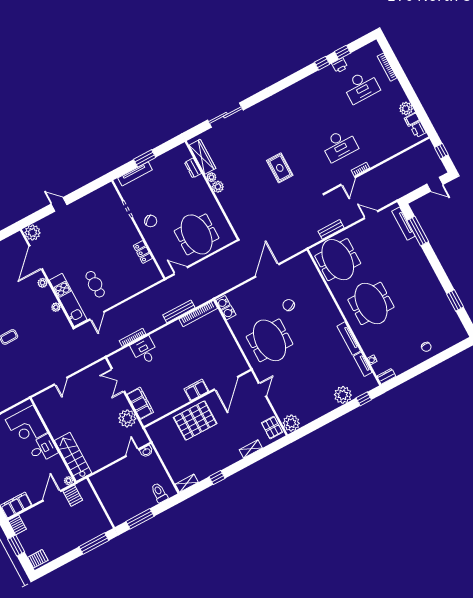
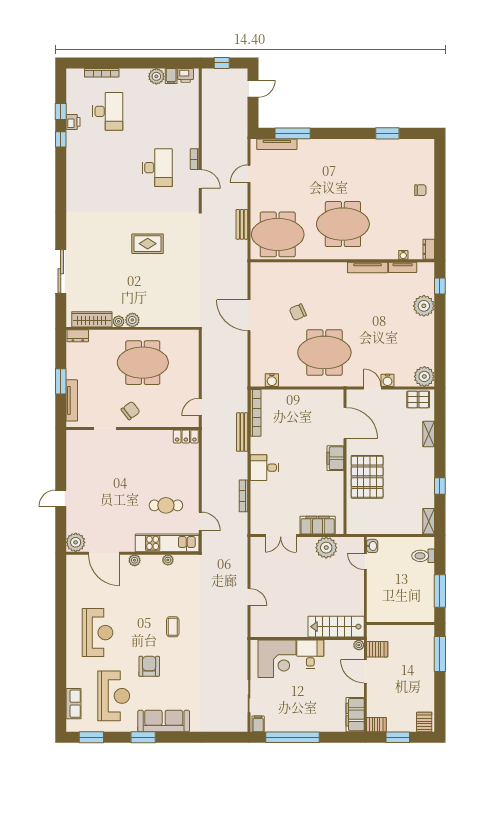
dresser: (193, 168) -> (78, 336), moved
meeting table: (197, 234) -> (143, 363), moved
locker: (143, 252) -> (186, 437), moved
water cooler: (223, 303) -> (387, 380), moved
desk: (145, 351) -> (264, 468), moved

